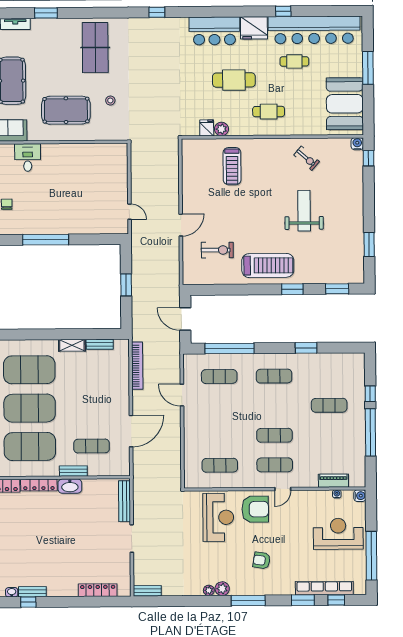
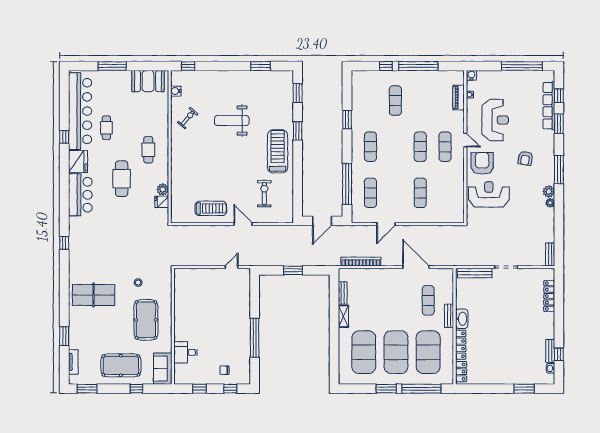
booth: (345, 104) -> (148, 81), width x0.73, depth x0.70
water cooler: (357, 144) -> (176, 91), moved
treadmill: (232, 166) -> (211, 208), moved
exercise mat: (220, 465) -> (420, 193), moved
reception desk: (338, 534) -> (495, 120), moved, turned 180

